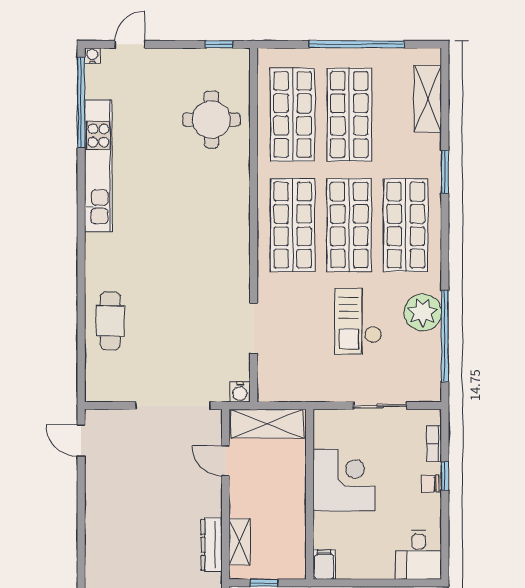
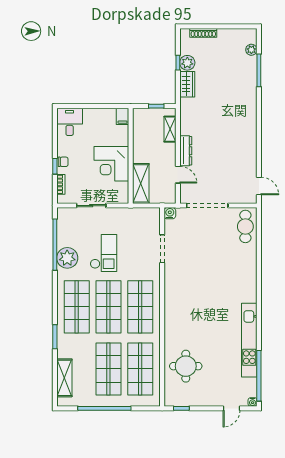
cafe table: (110, 321) -> (245, 226), moved
shelving: (267, 424) -> (141, 183), moved, turned 90
dresser: (212, 545) -> (186, 151), moved

